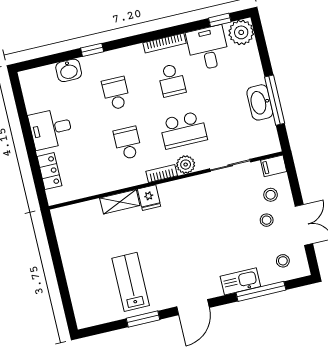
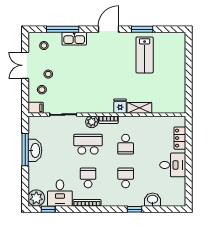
school desk: (116, 93) -> (126, 178), turned 180

